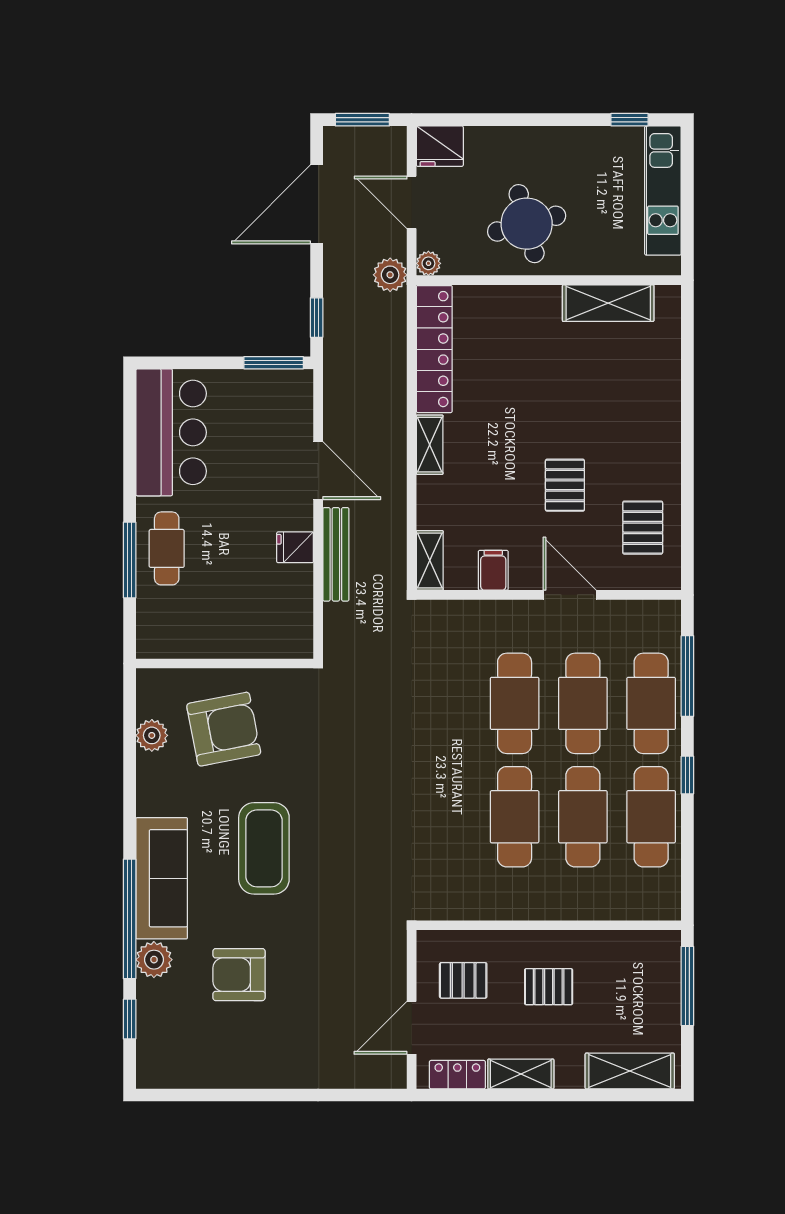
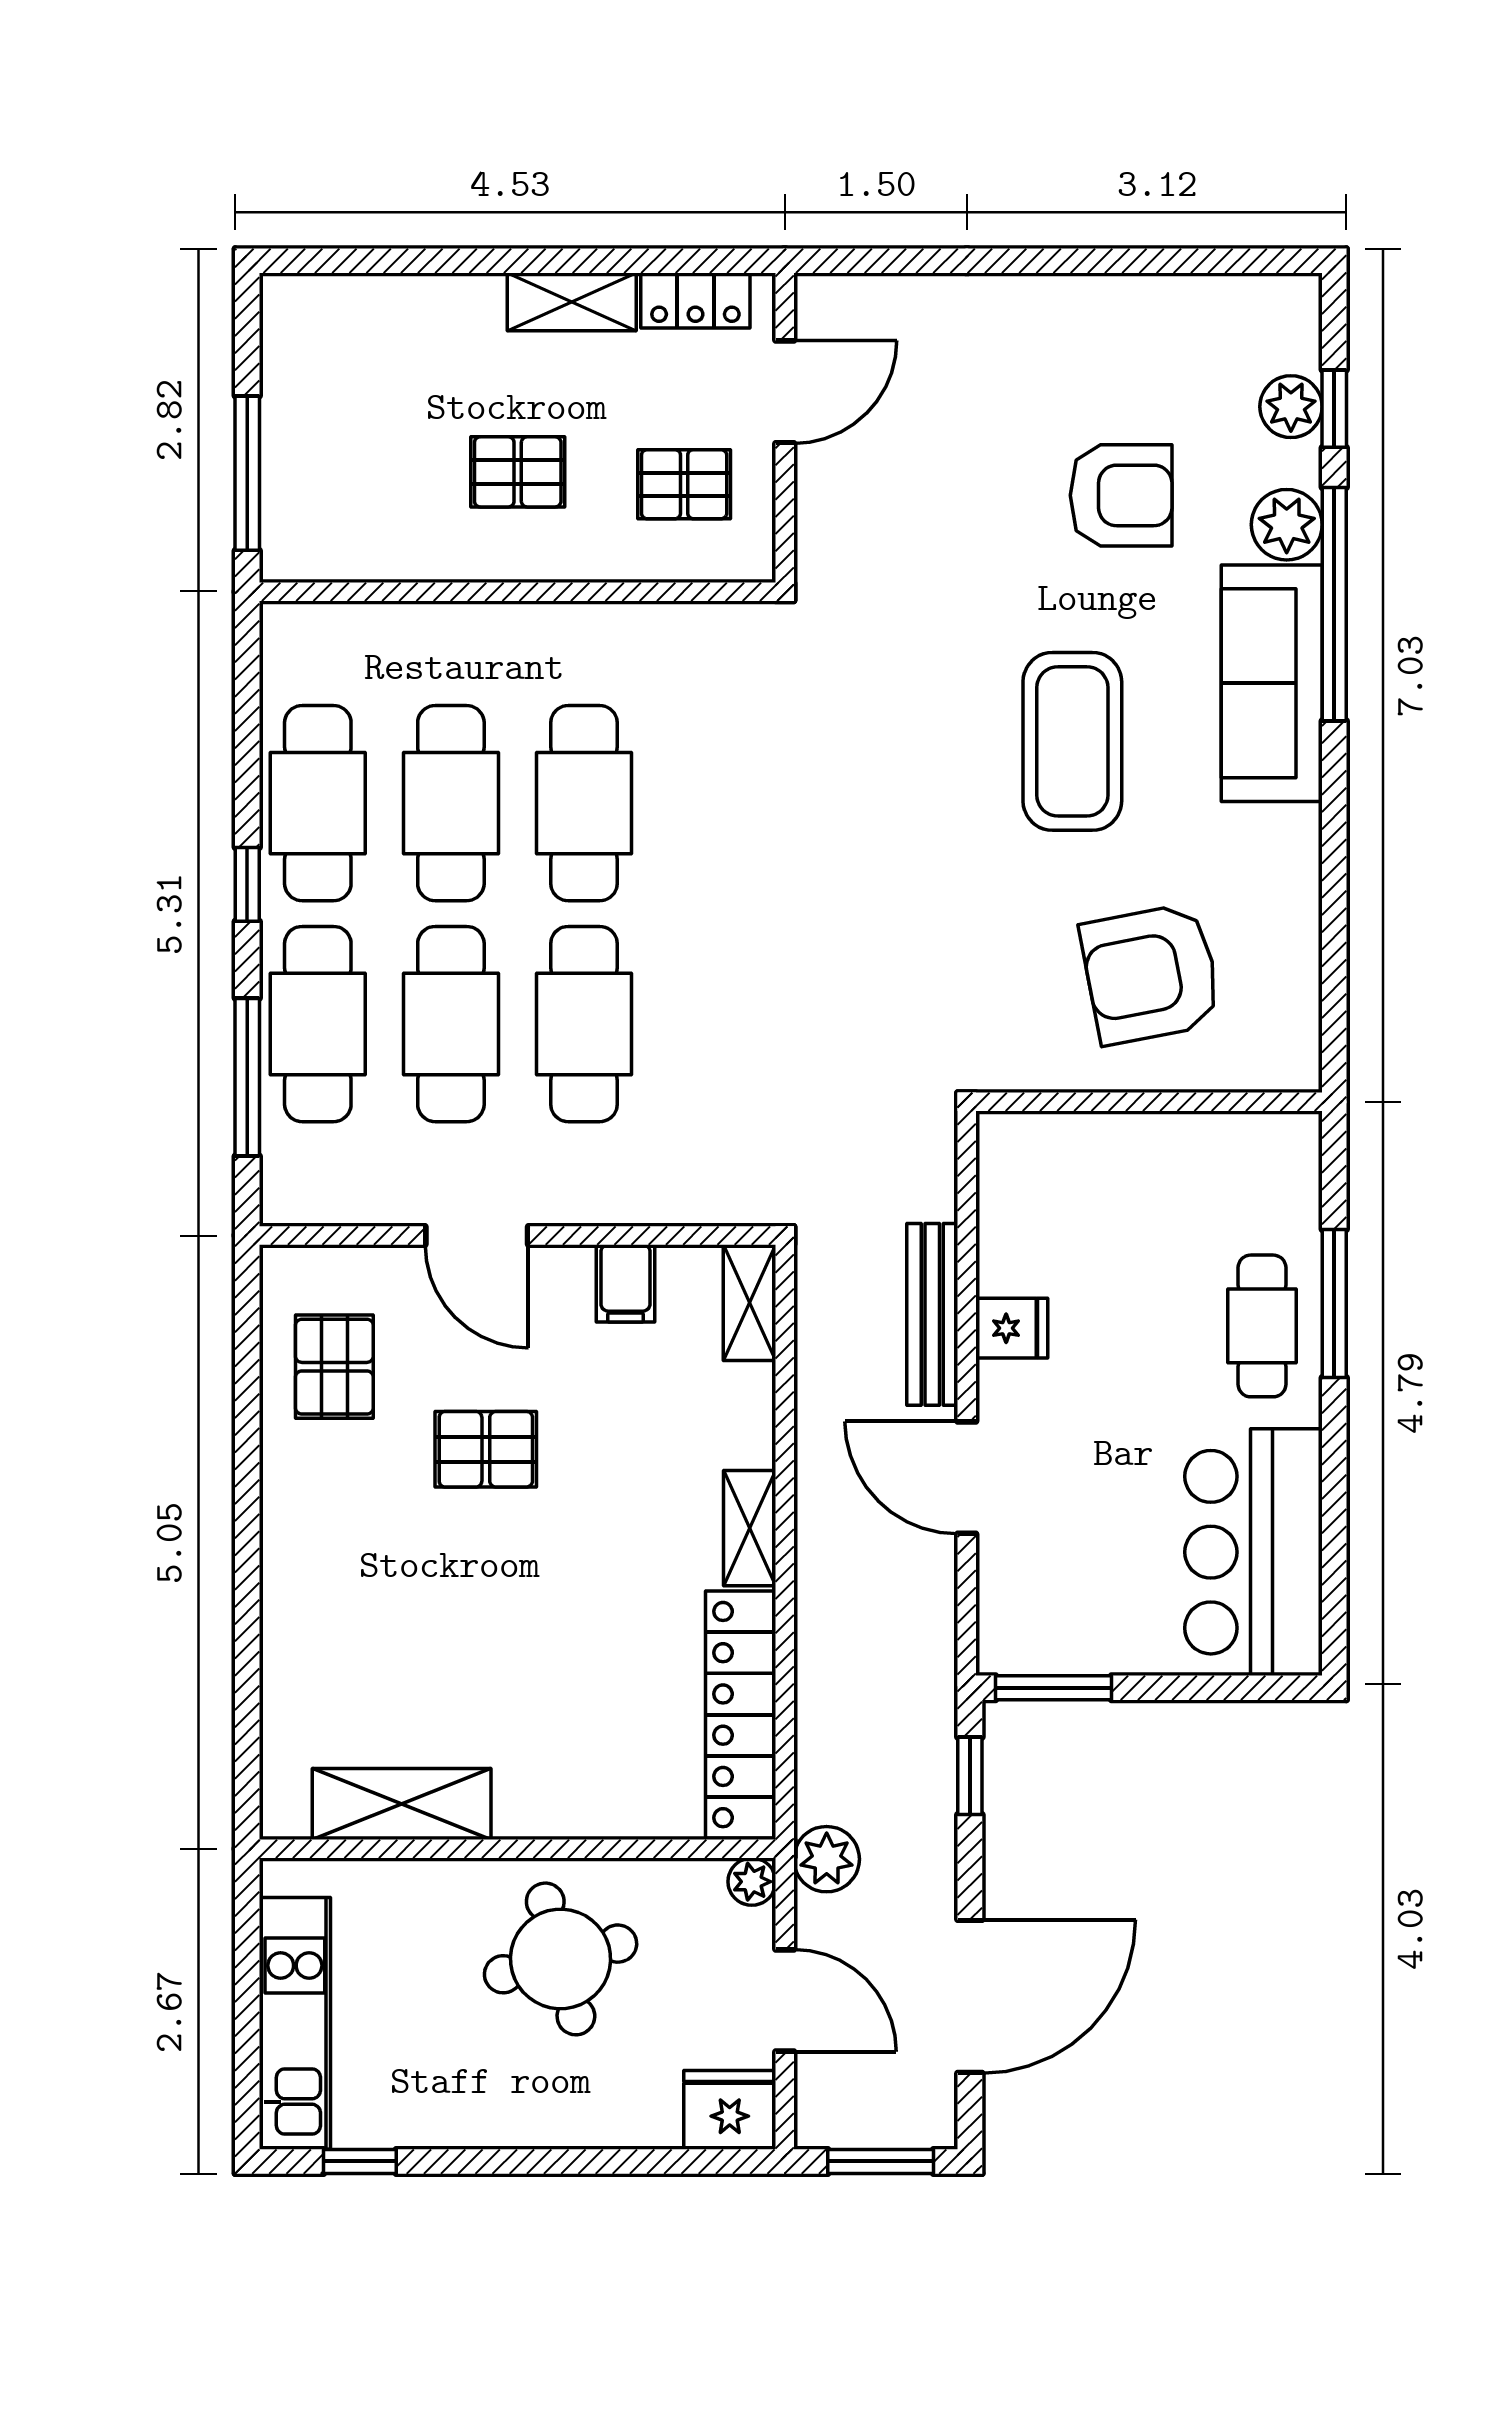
pallet: (565, 485) -> (486, 1449), turned 90
plant: (152, 735) -> (1291, 407), moved
shelving: (630, 1071) -> (360, 308), removed

